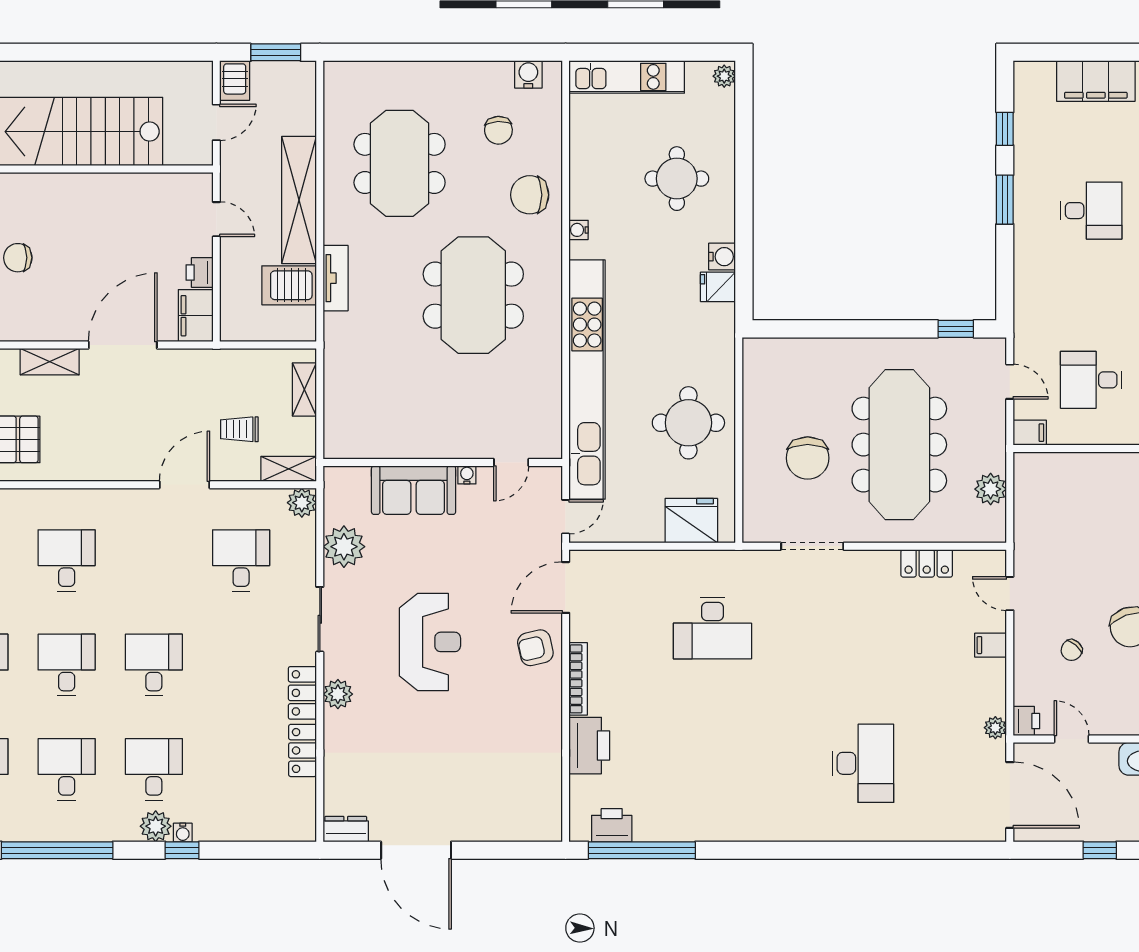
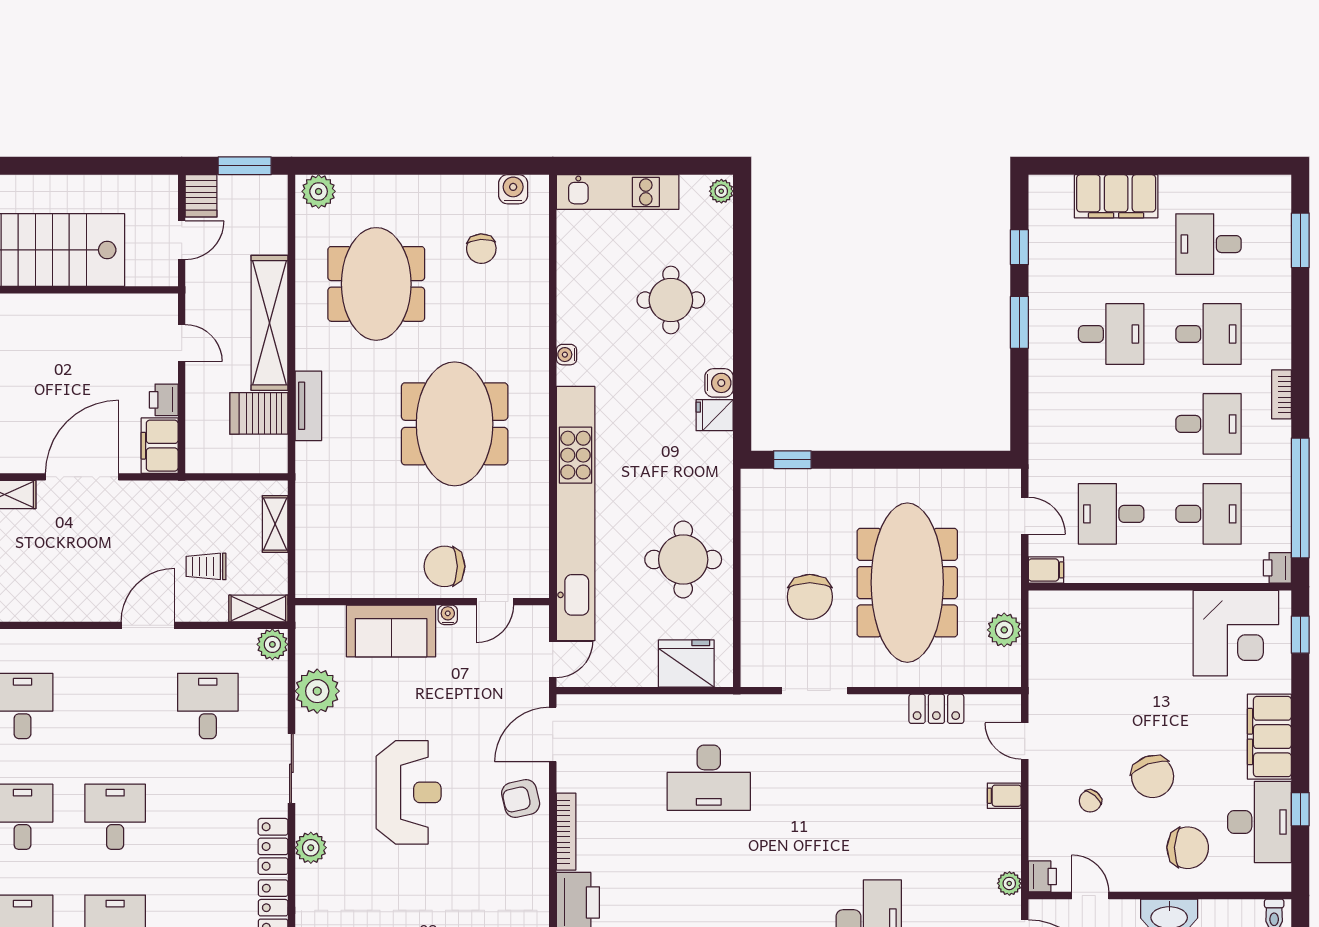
plant: (345, 76) -> (319, 191), added
chair: (530, 195) -> (444, 566), moved
window: (956, 329) -> (792, 460), moved

